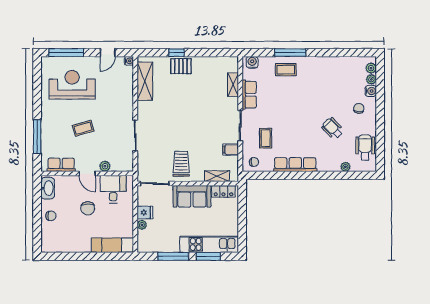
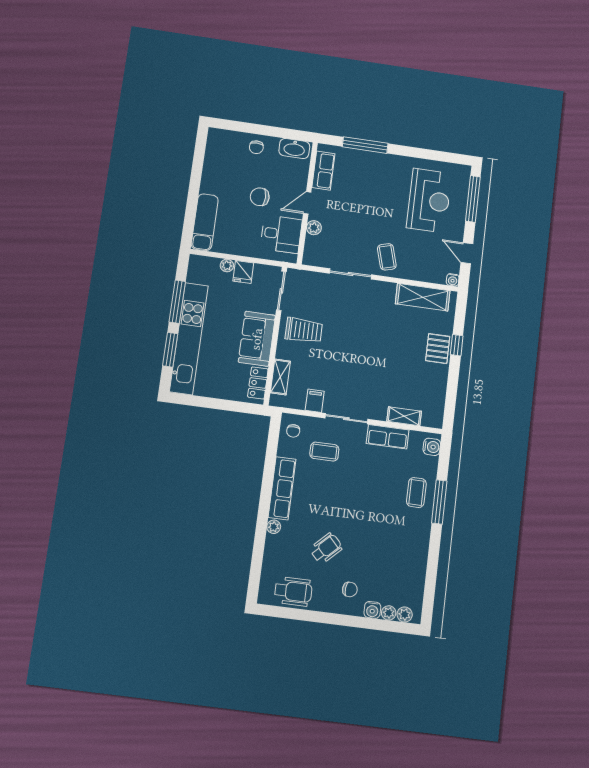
coffee table: (83, 128) -> (387, 257), moved
plant: (345, 167) -> (274, 527), moved
kitchen unit: (209, 244) -> (189, 339), width x1.36

